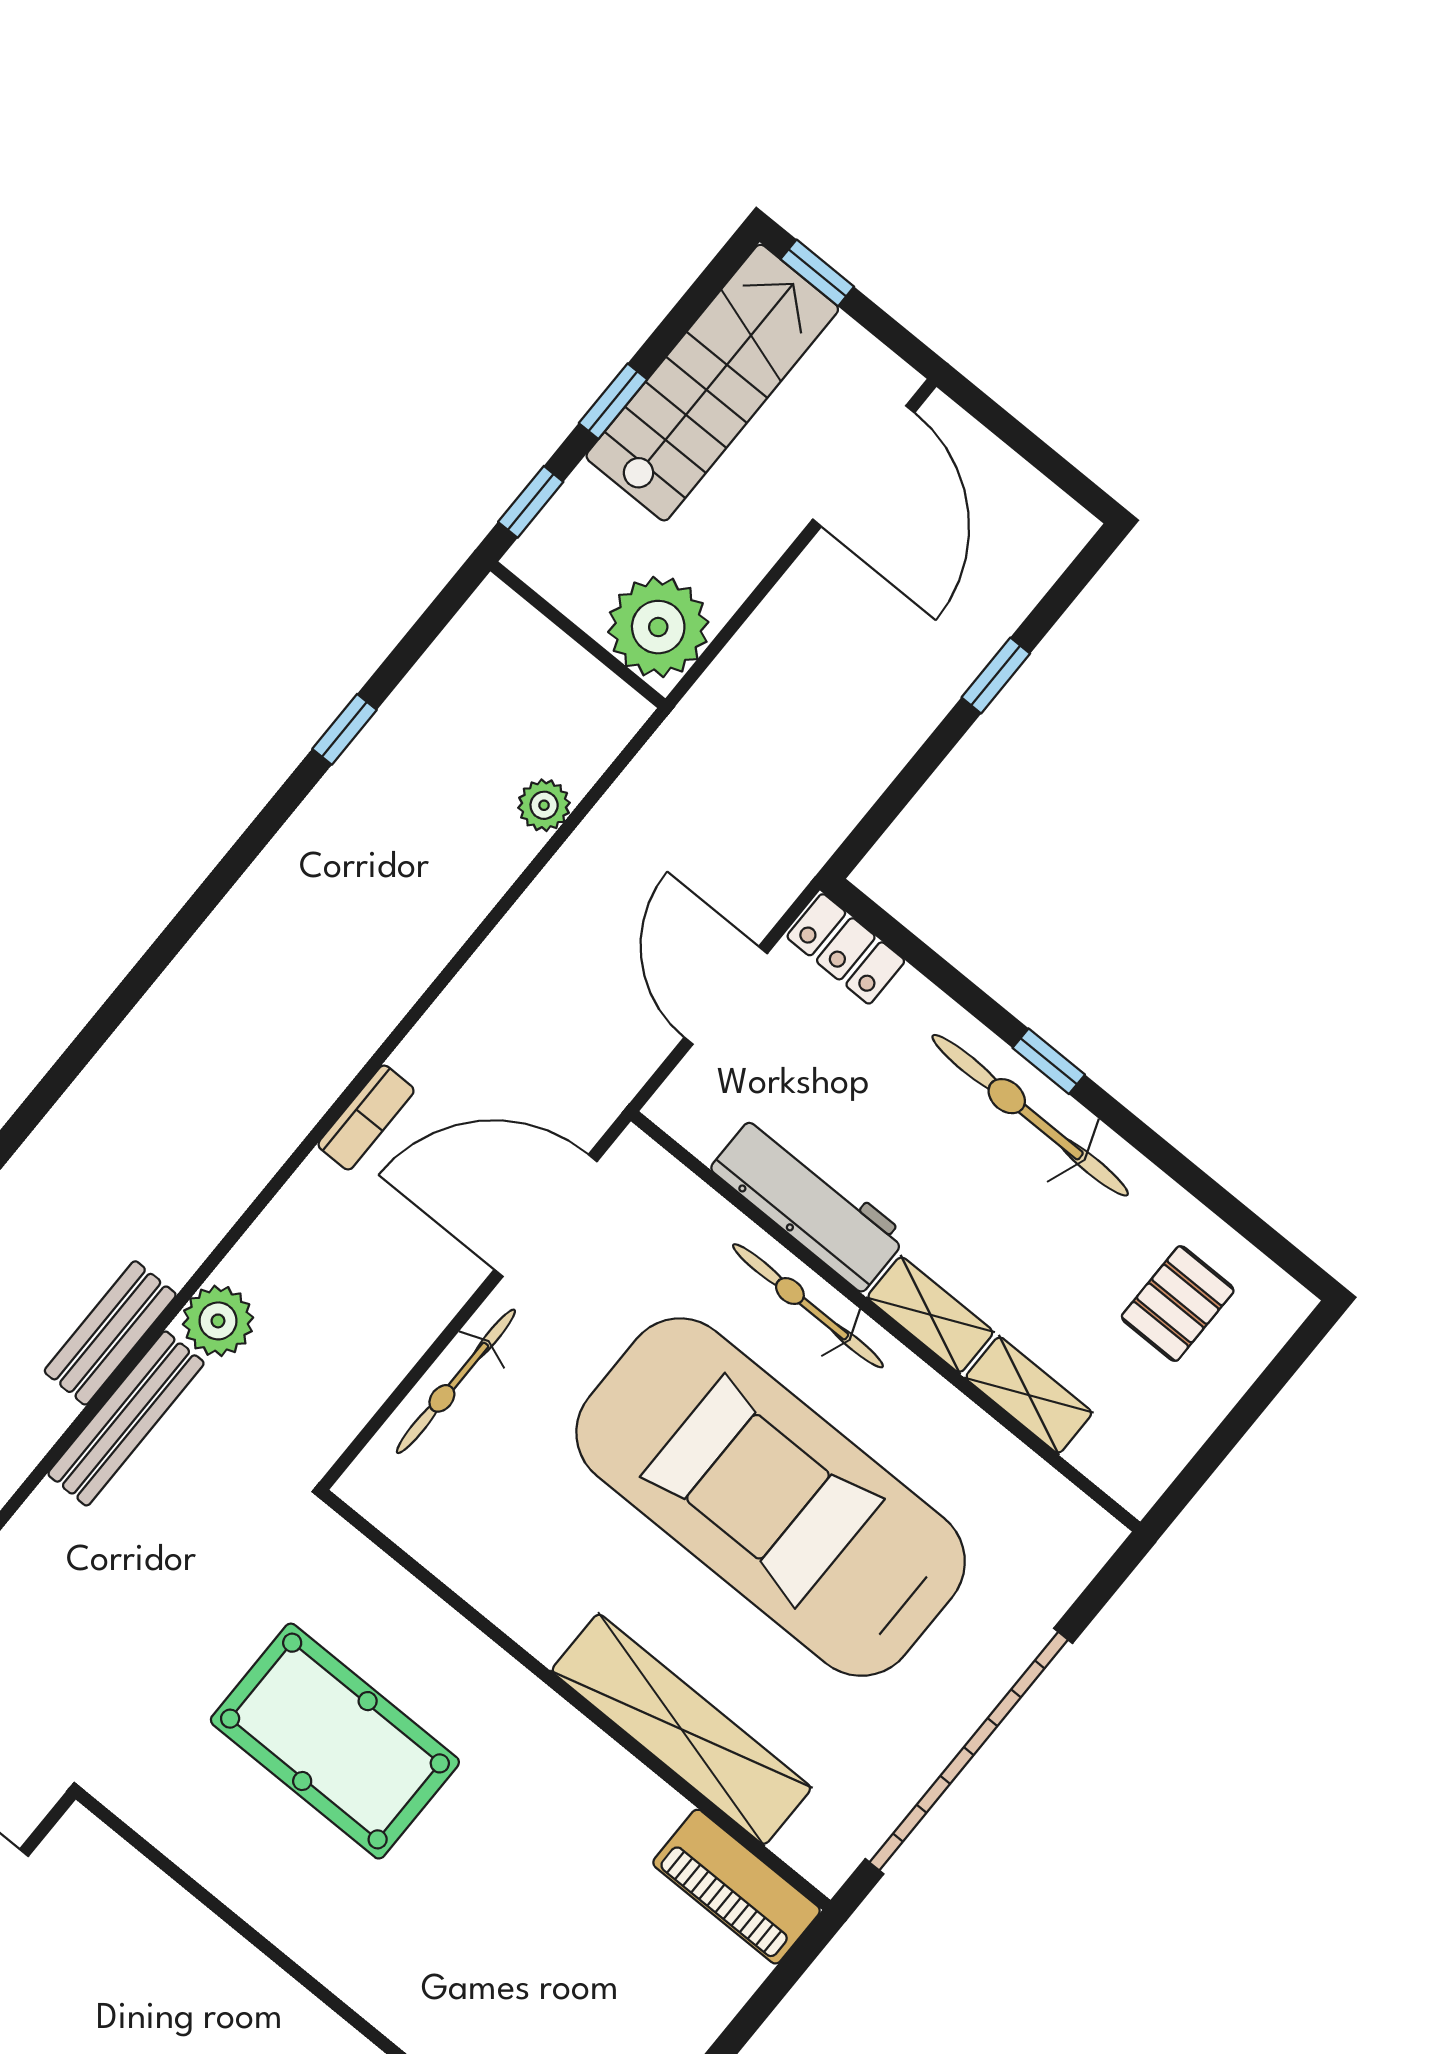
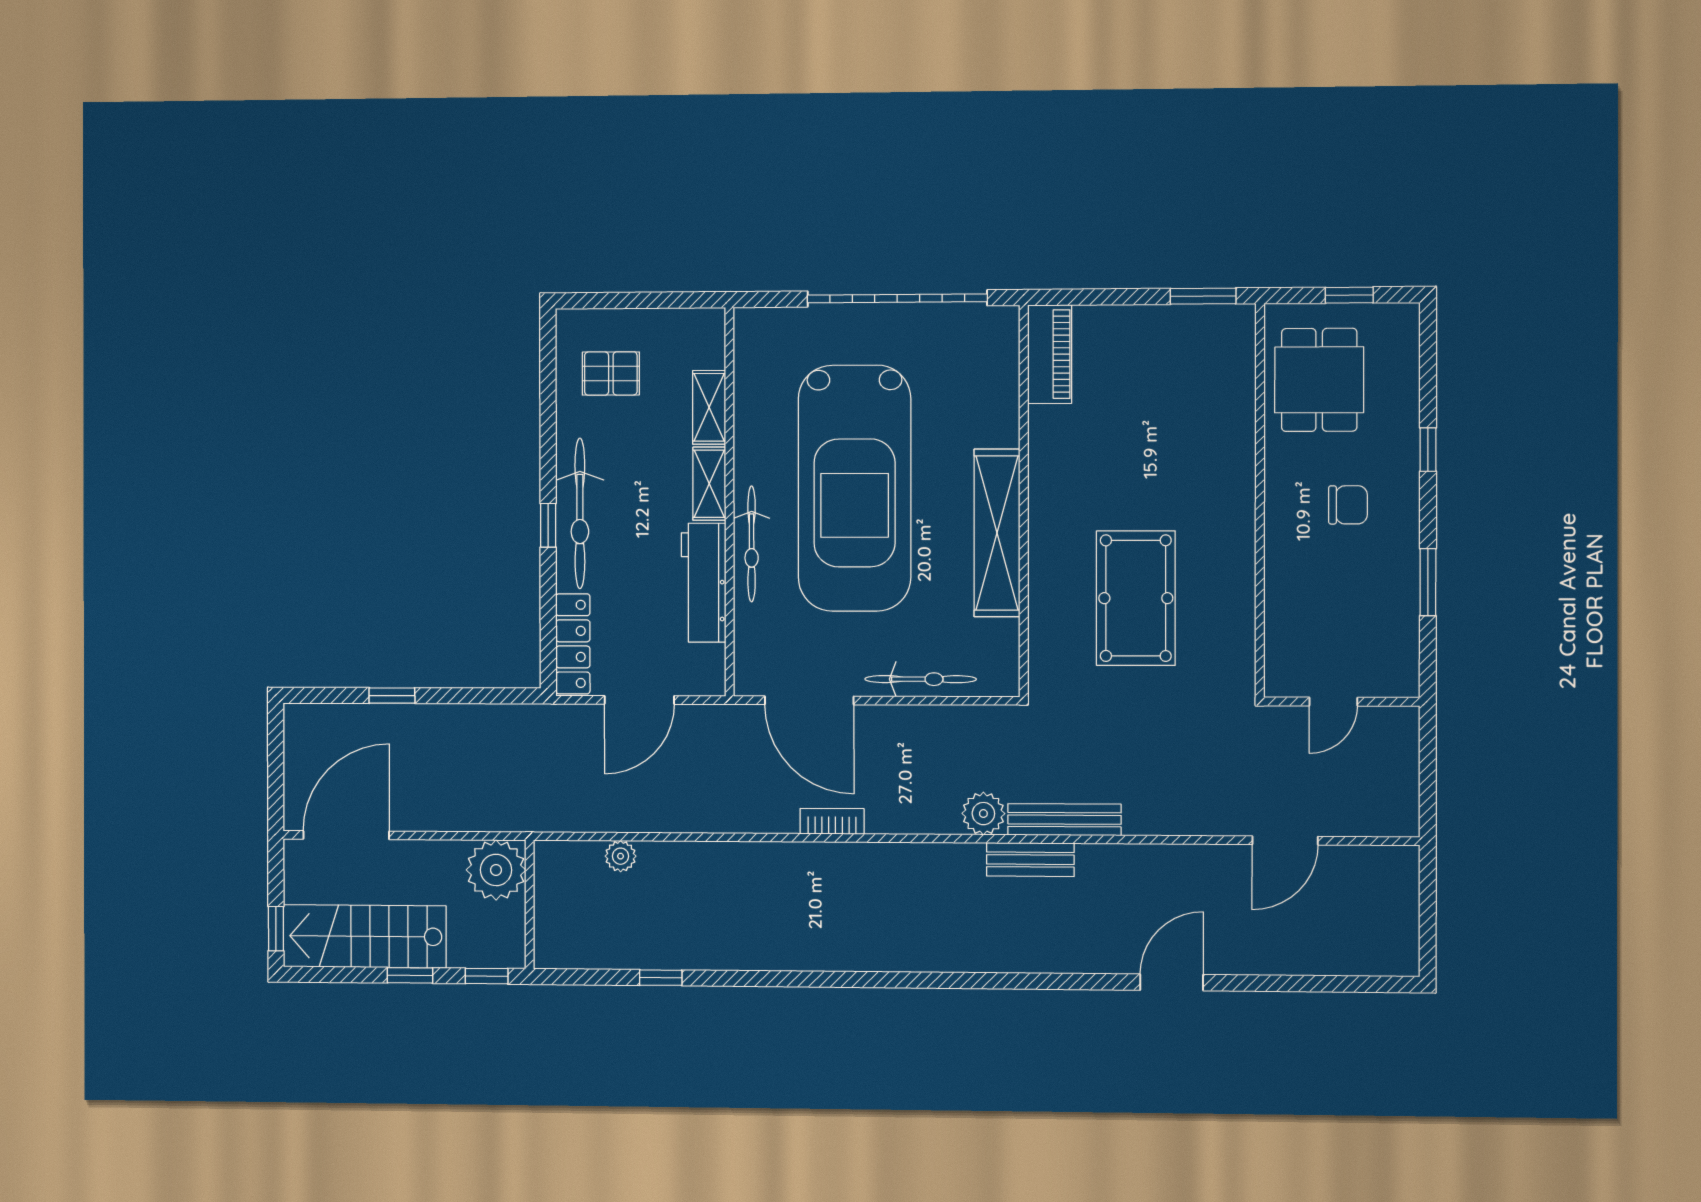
locker: (846, 949) -> (573, 644), width x1.53
shelving: (681, 1729) -> (997, 533), moved

